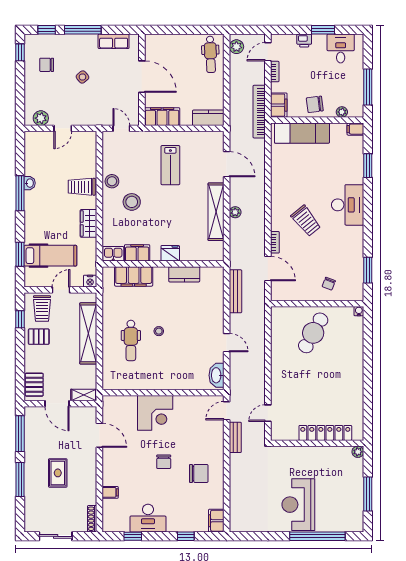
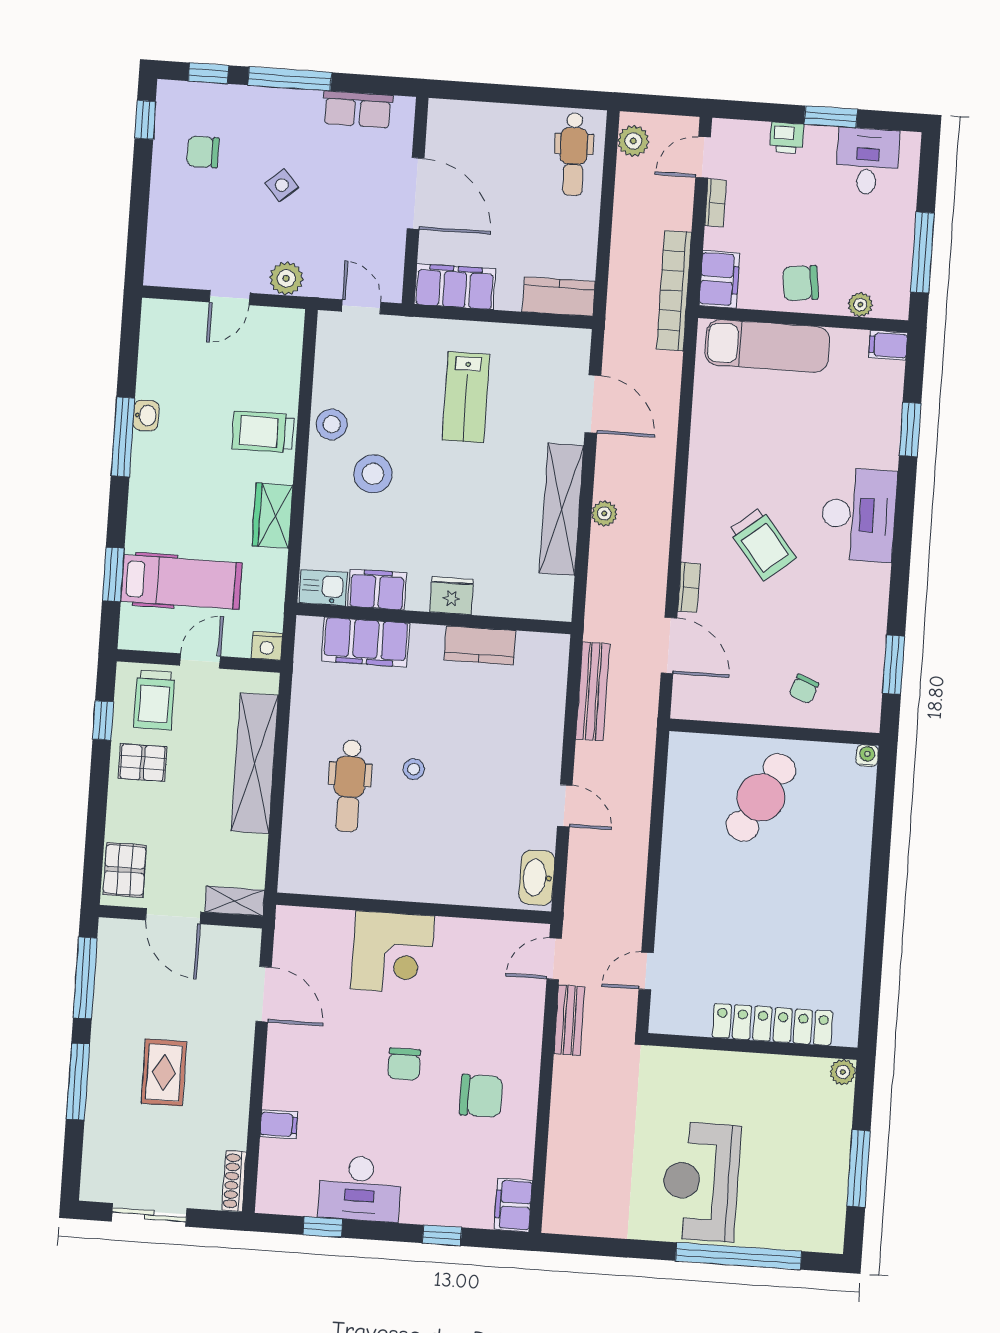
plant: (41, 118) -> (286, 278), moved

